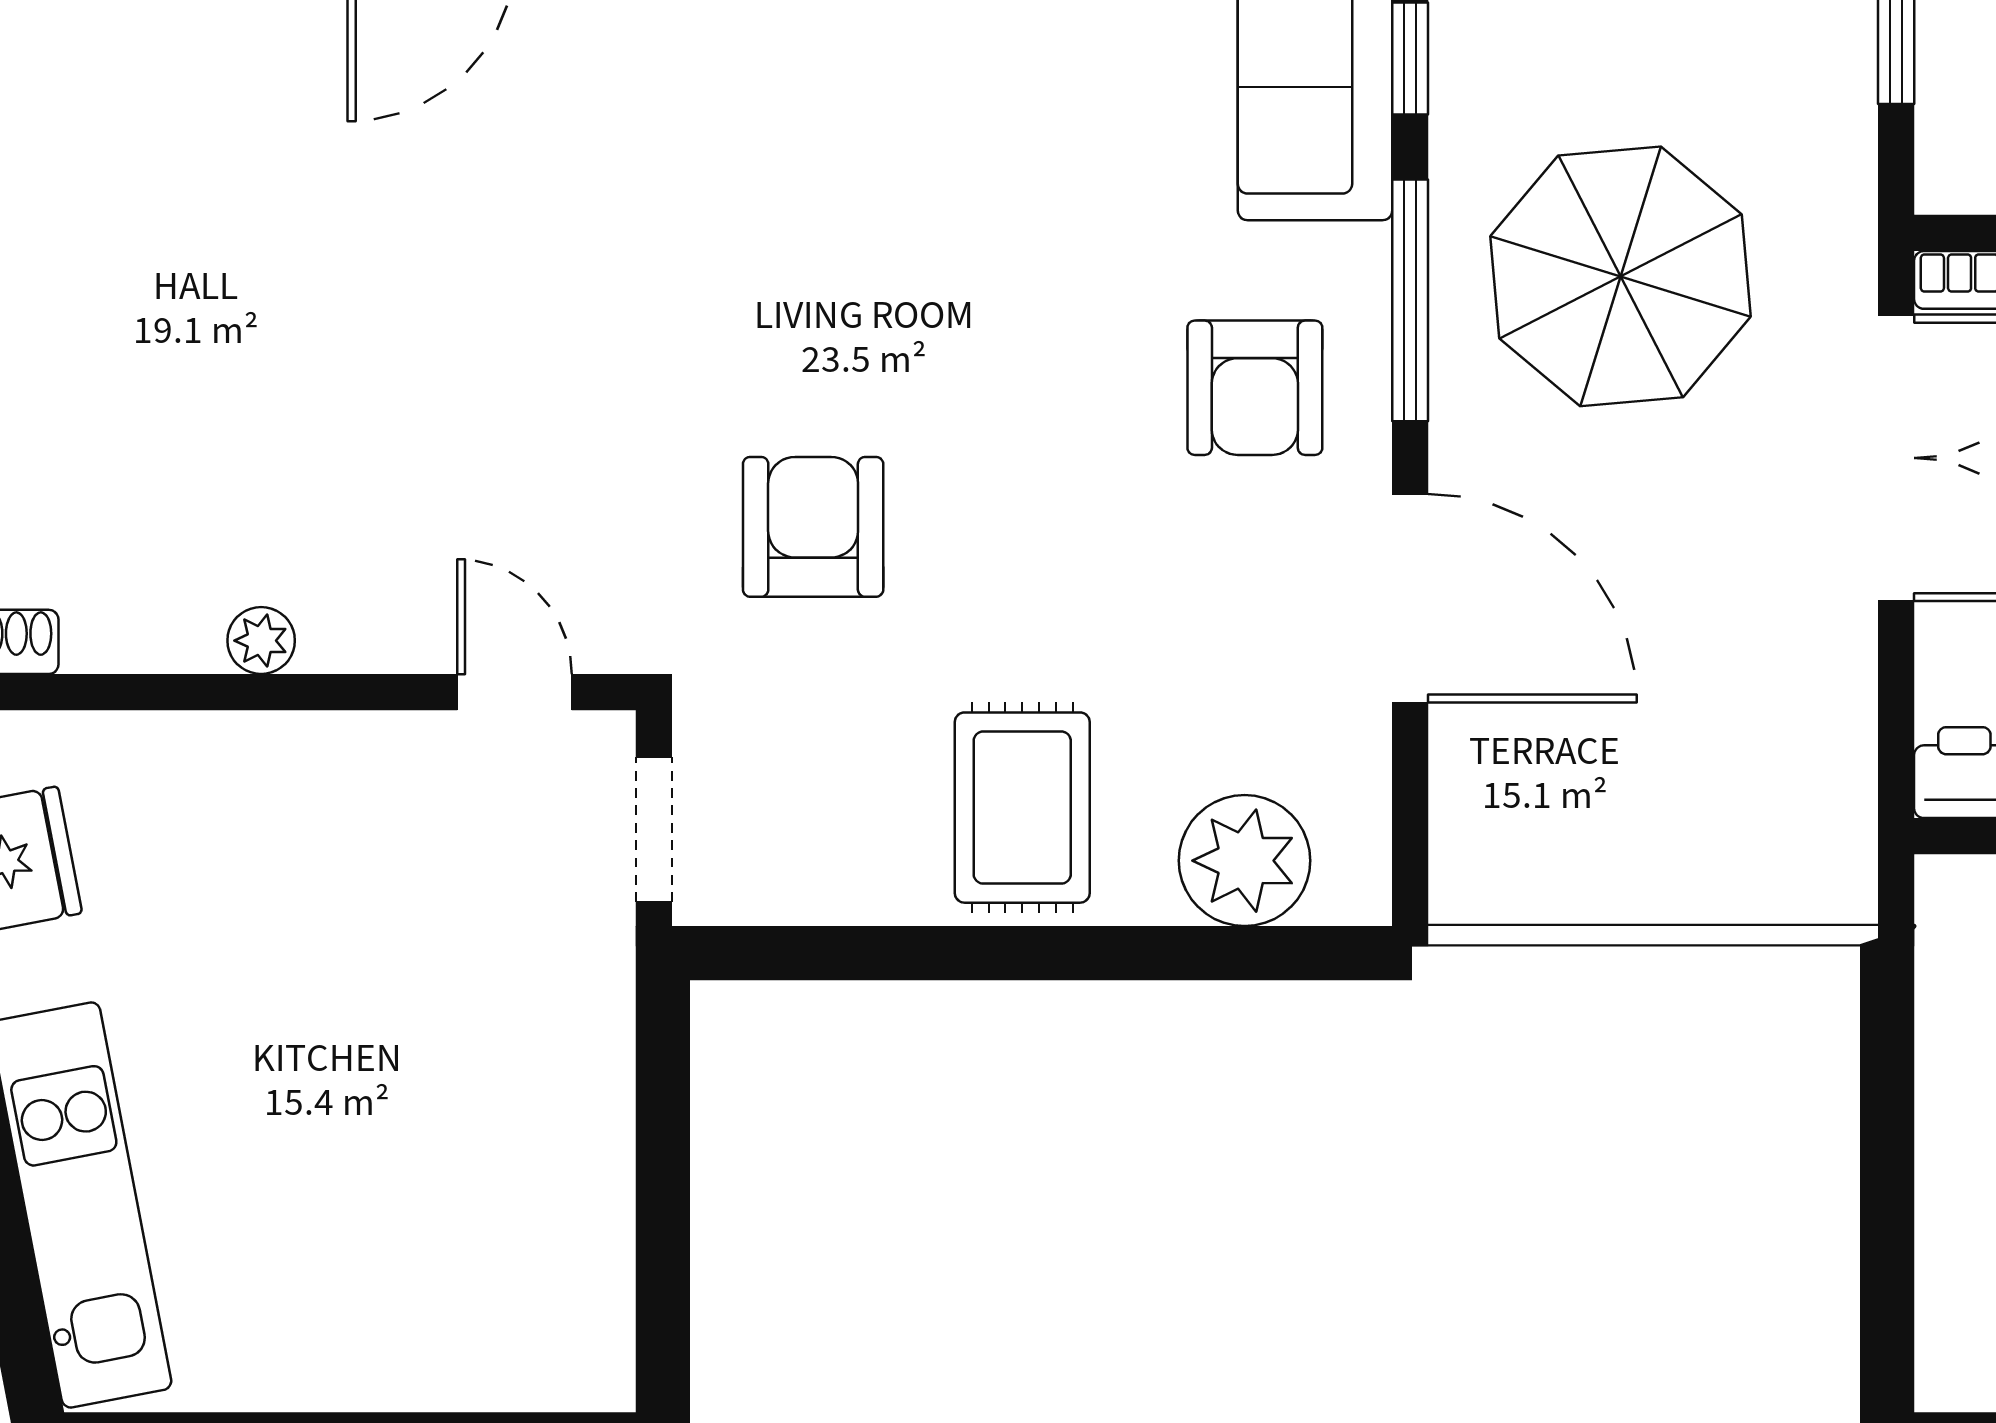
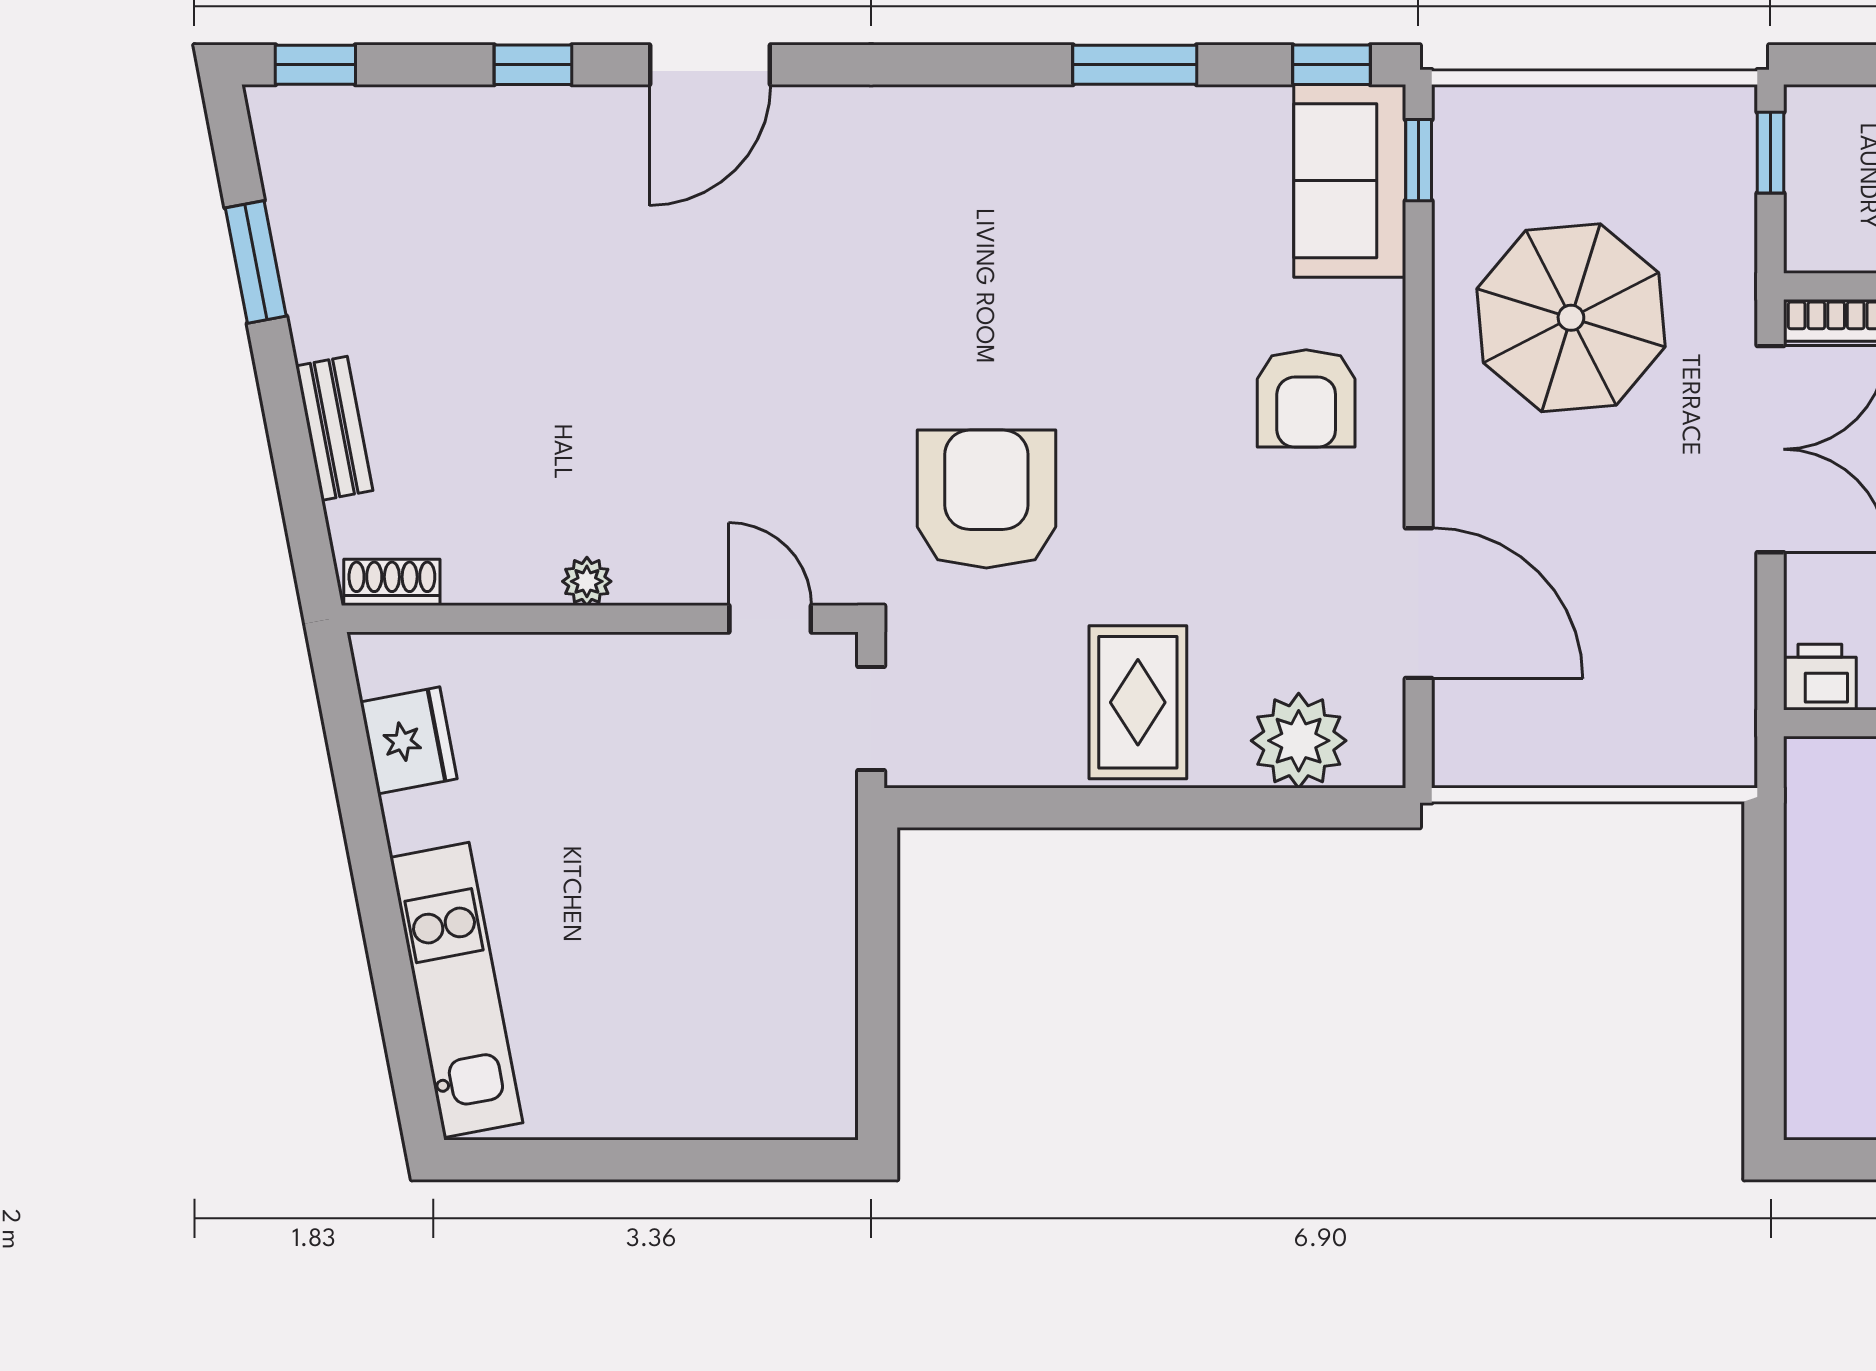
window: (1410, 300) -> (1419, 335), removed
armchair: (813, 527) -> (986, 499), width x1.36, depth x1.36
door: (1410, 598) -> (1419, 603), moved

